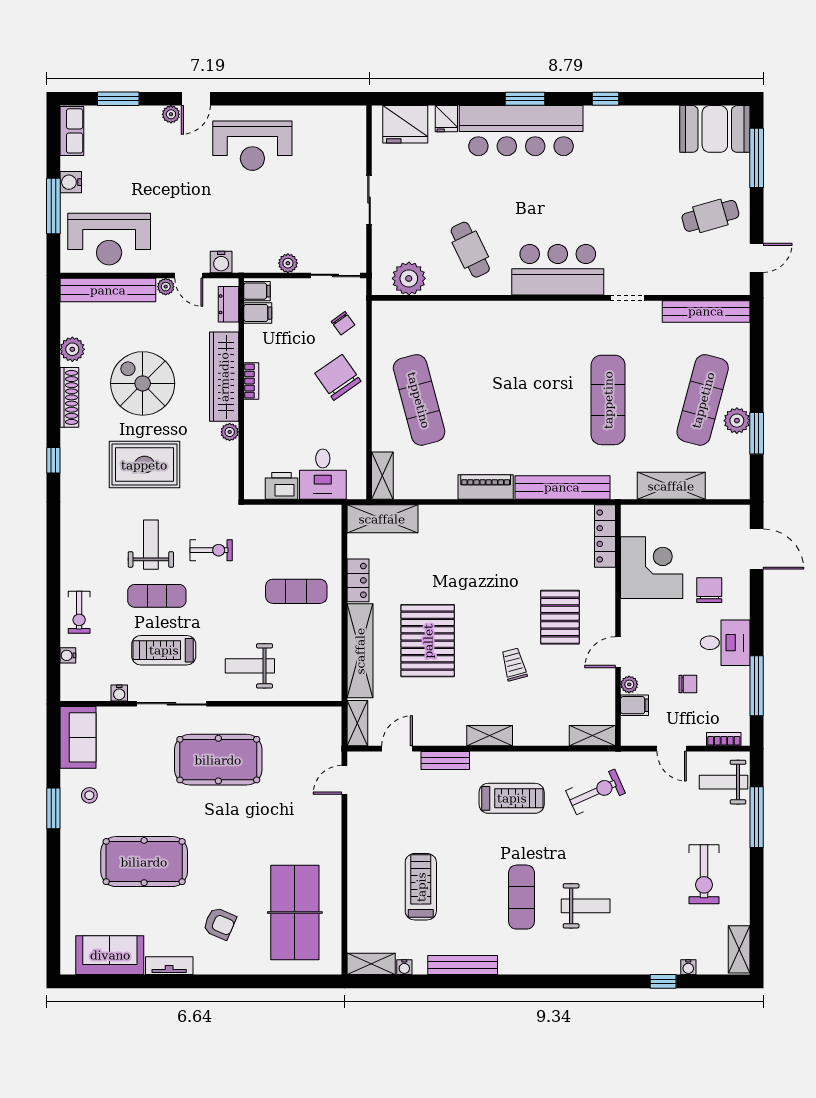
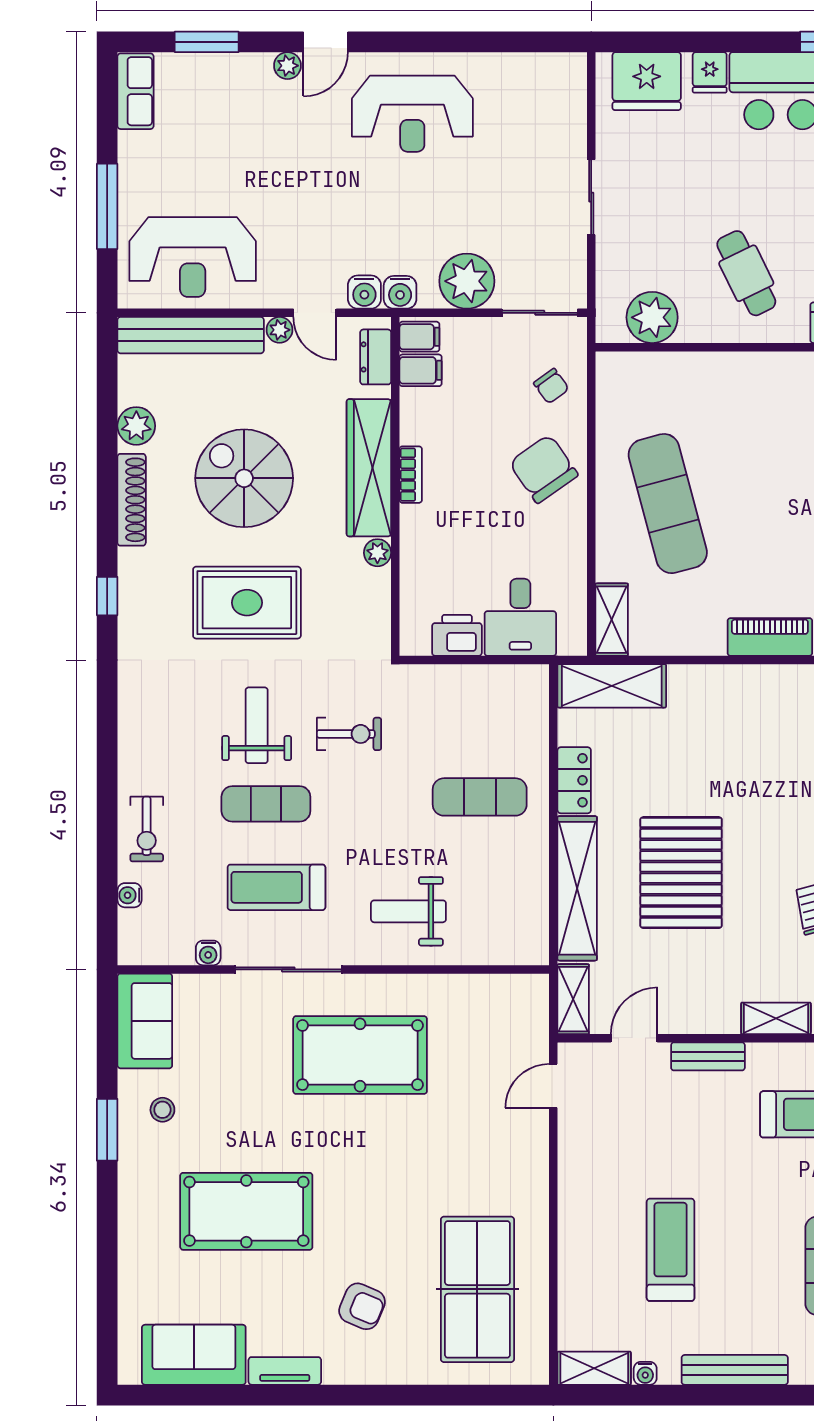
water cooler: (71, 182) -> (400, 292), moved, turned -90
plant: (288, 263) -> (467, 281), width x1.88, depth x1.88

